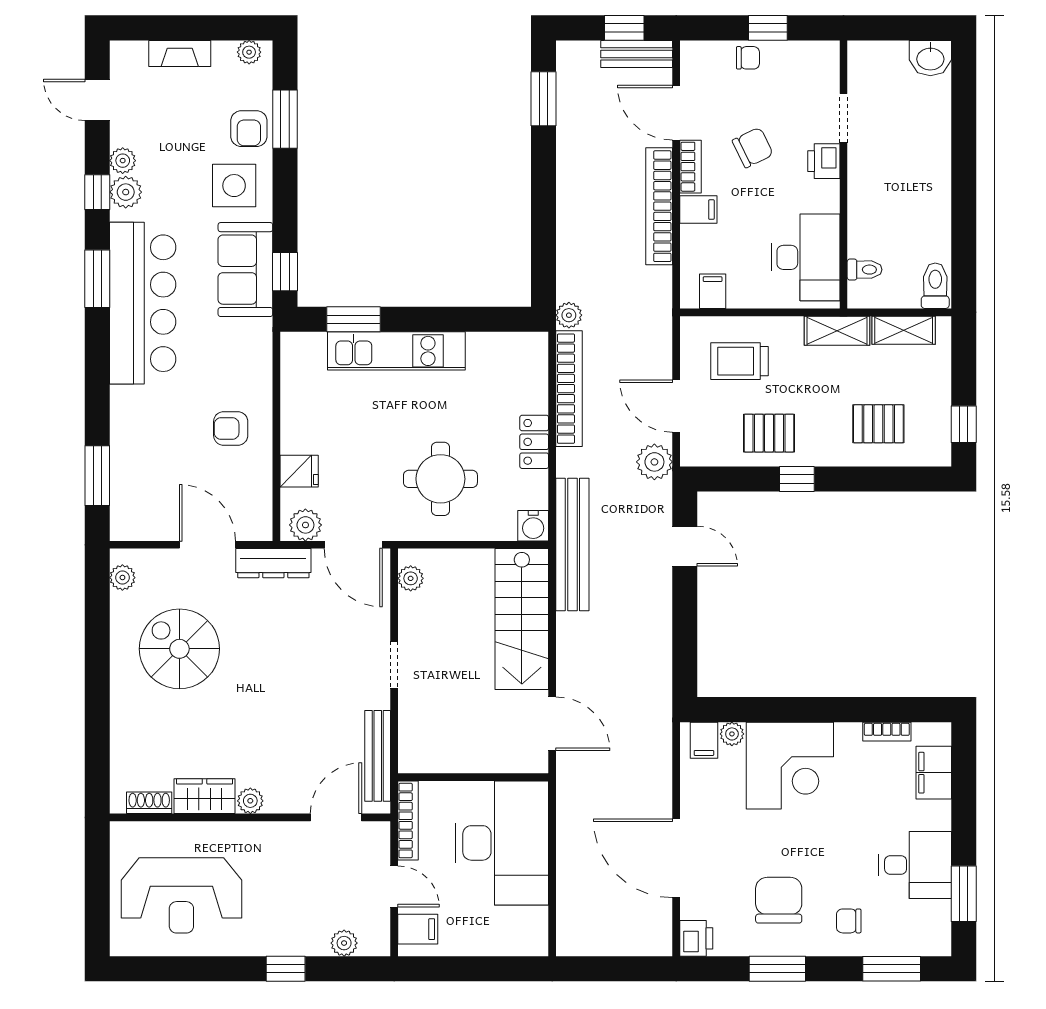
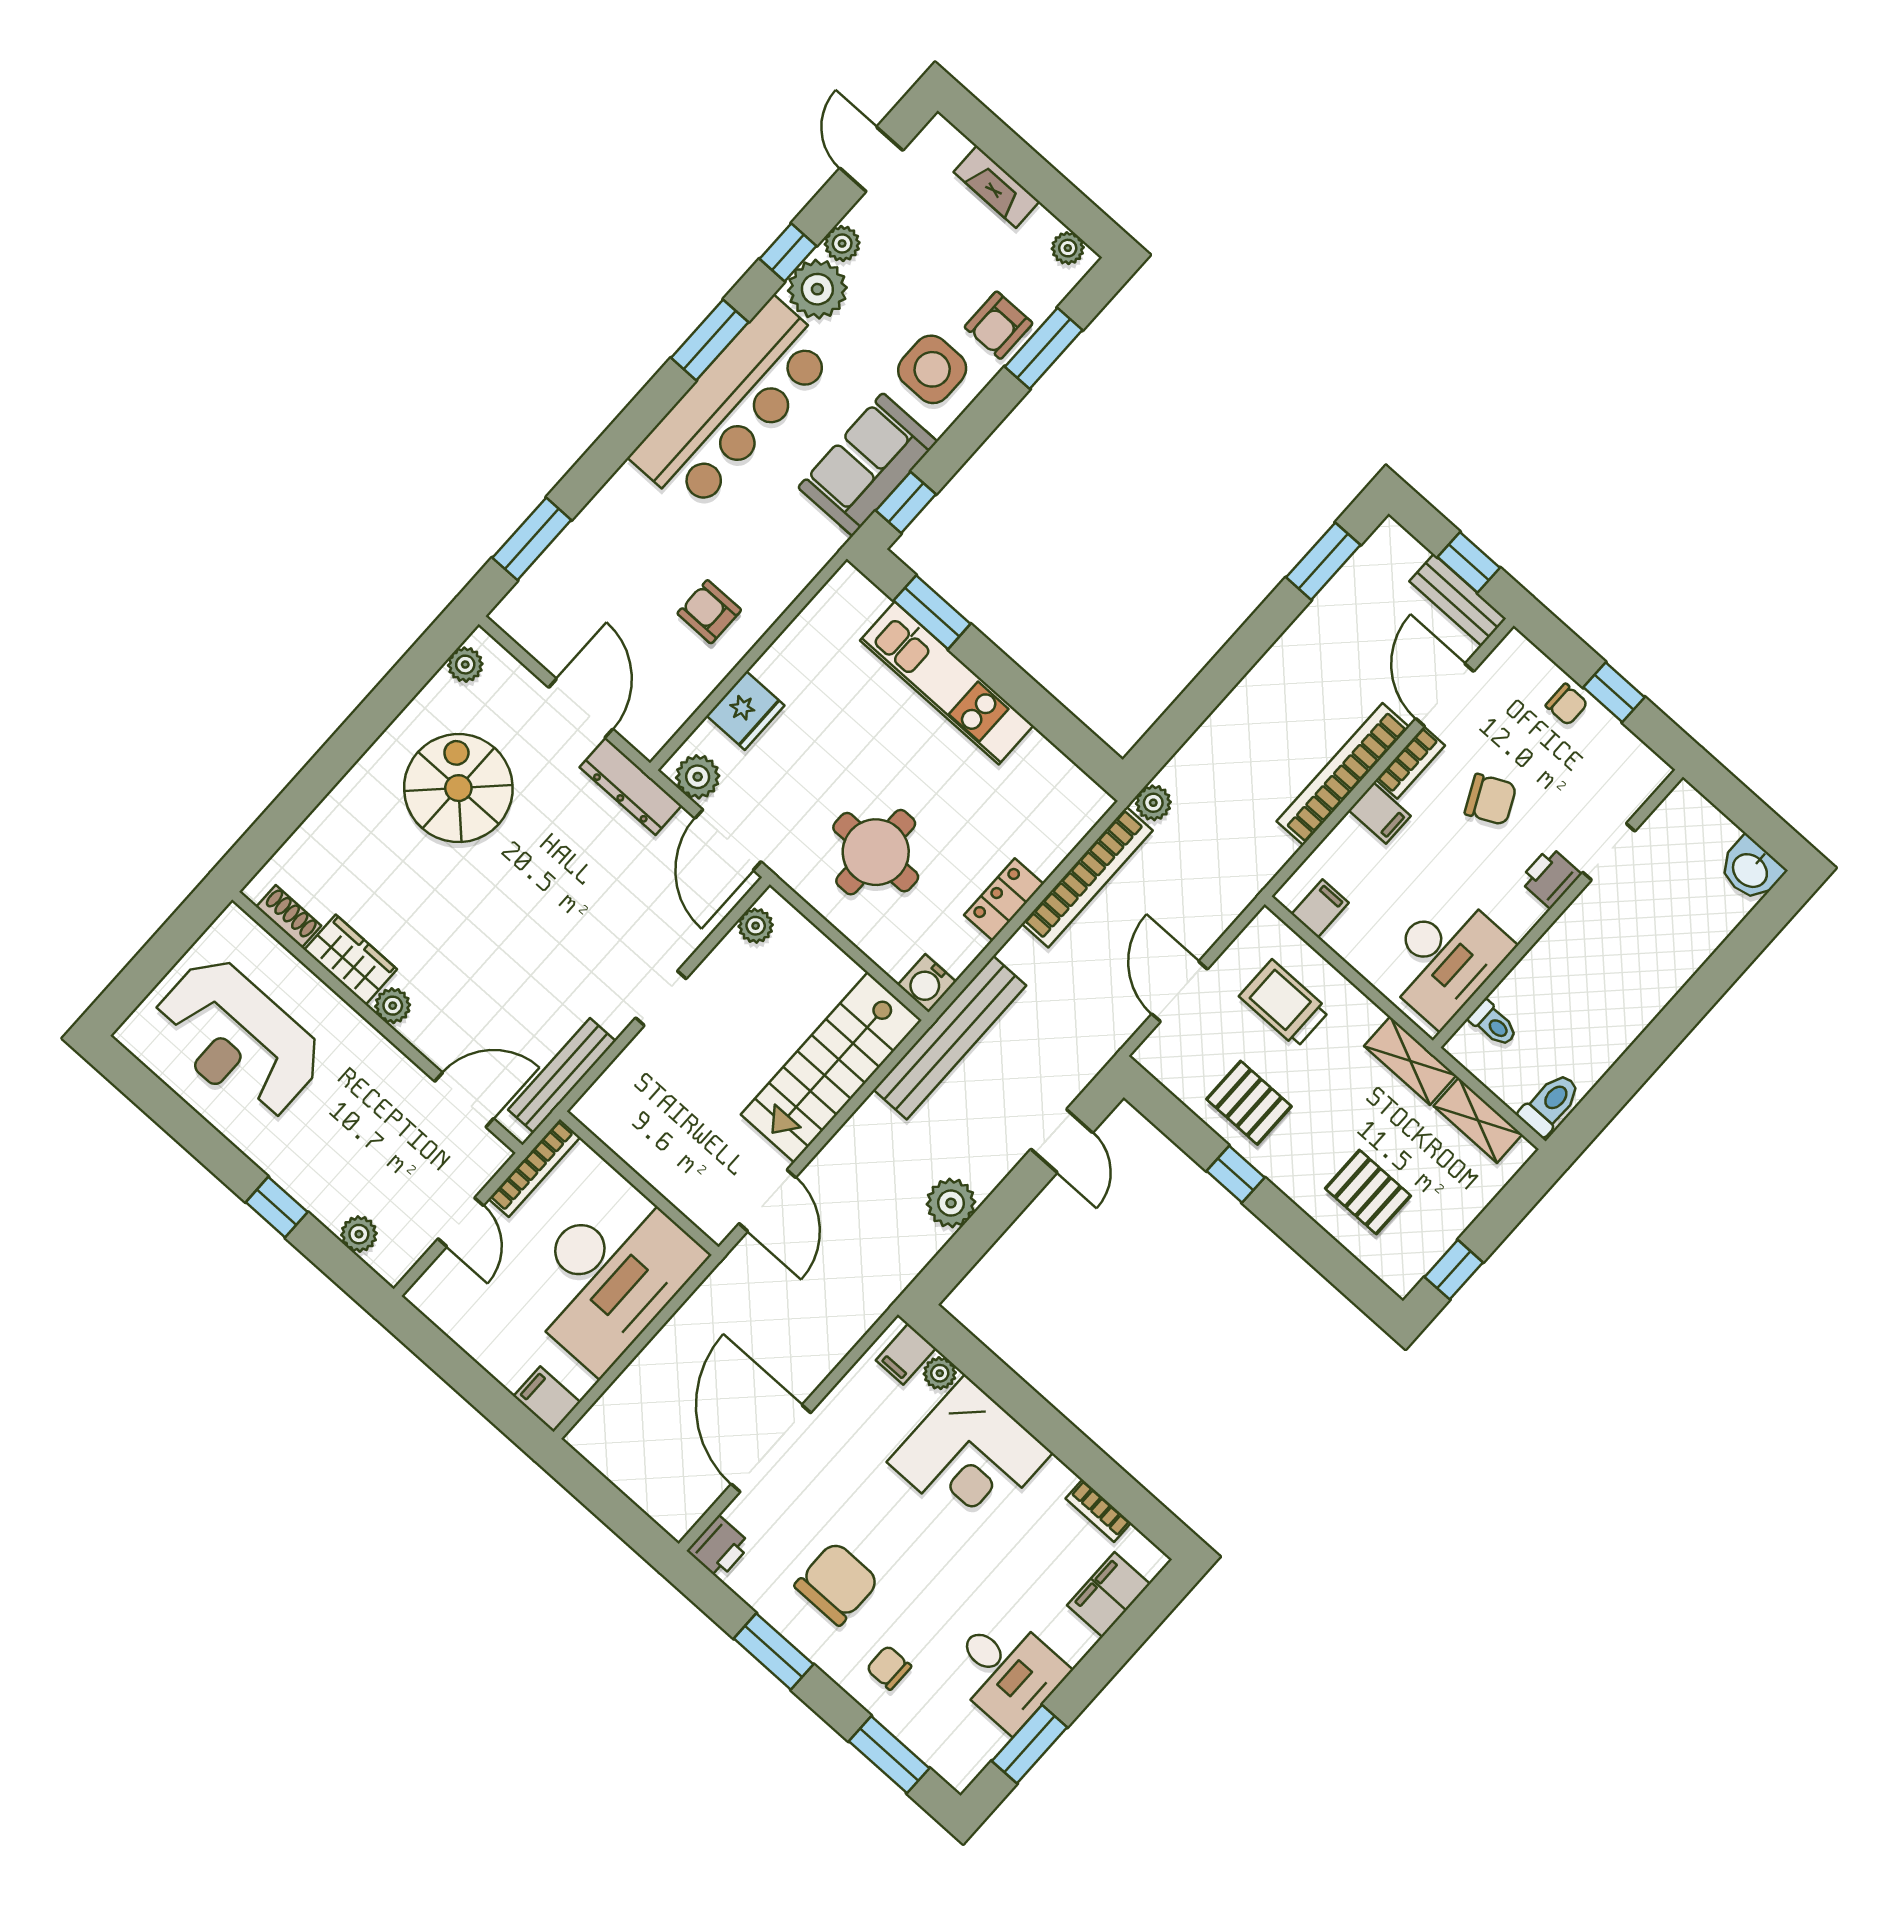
plant: (126, 192) -> (817, 289), width x1.36, depth x1.36
plant: (654, 462) -> (951, 1203), moved
fridge: (299, 471) -> (745, 711), width x1.38
filing cabinet: (418, 929) -> (547, 1399), moved, turned 180

